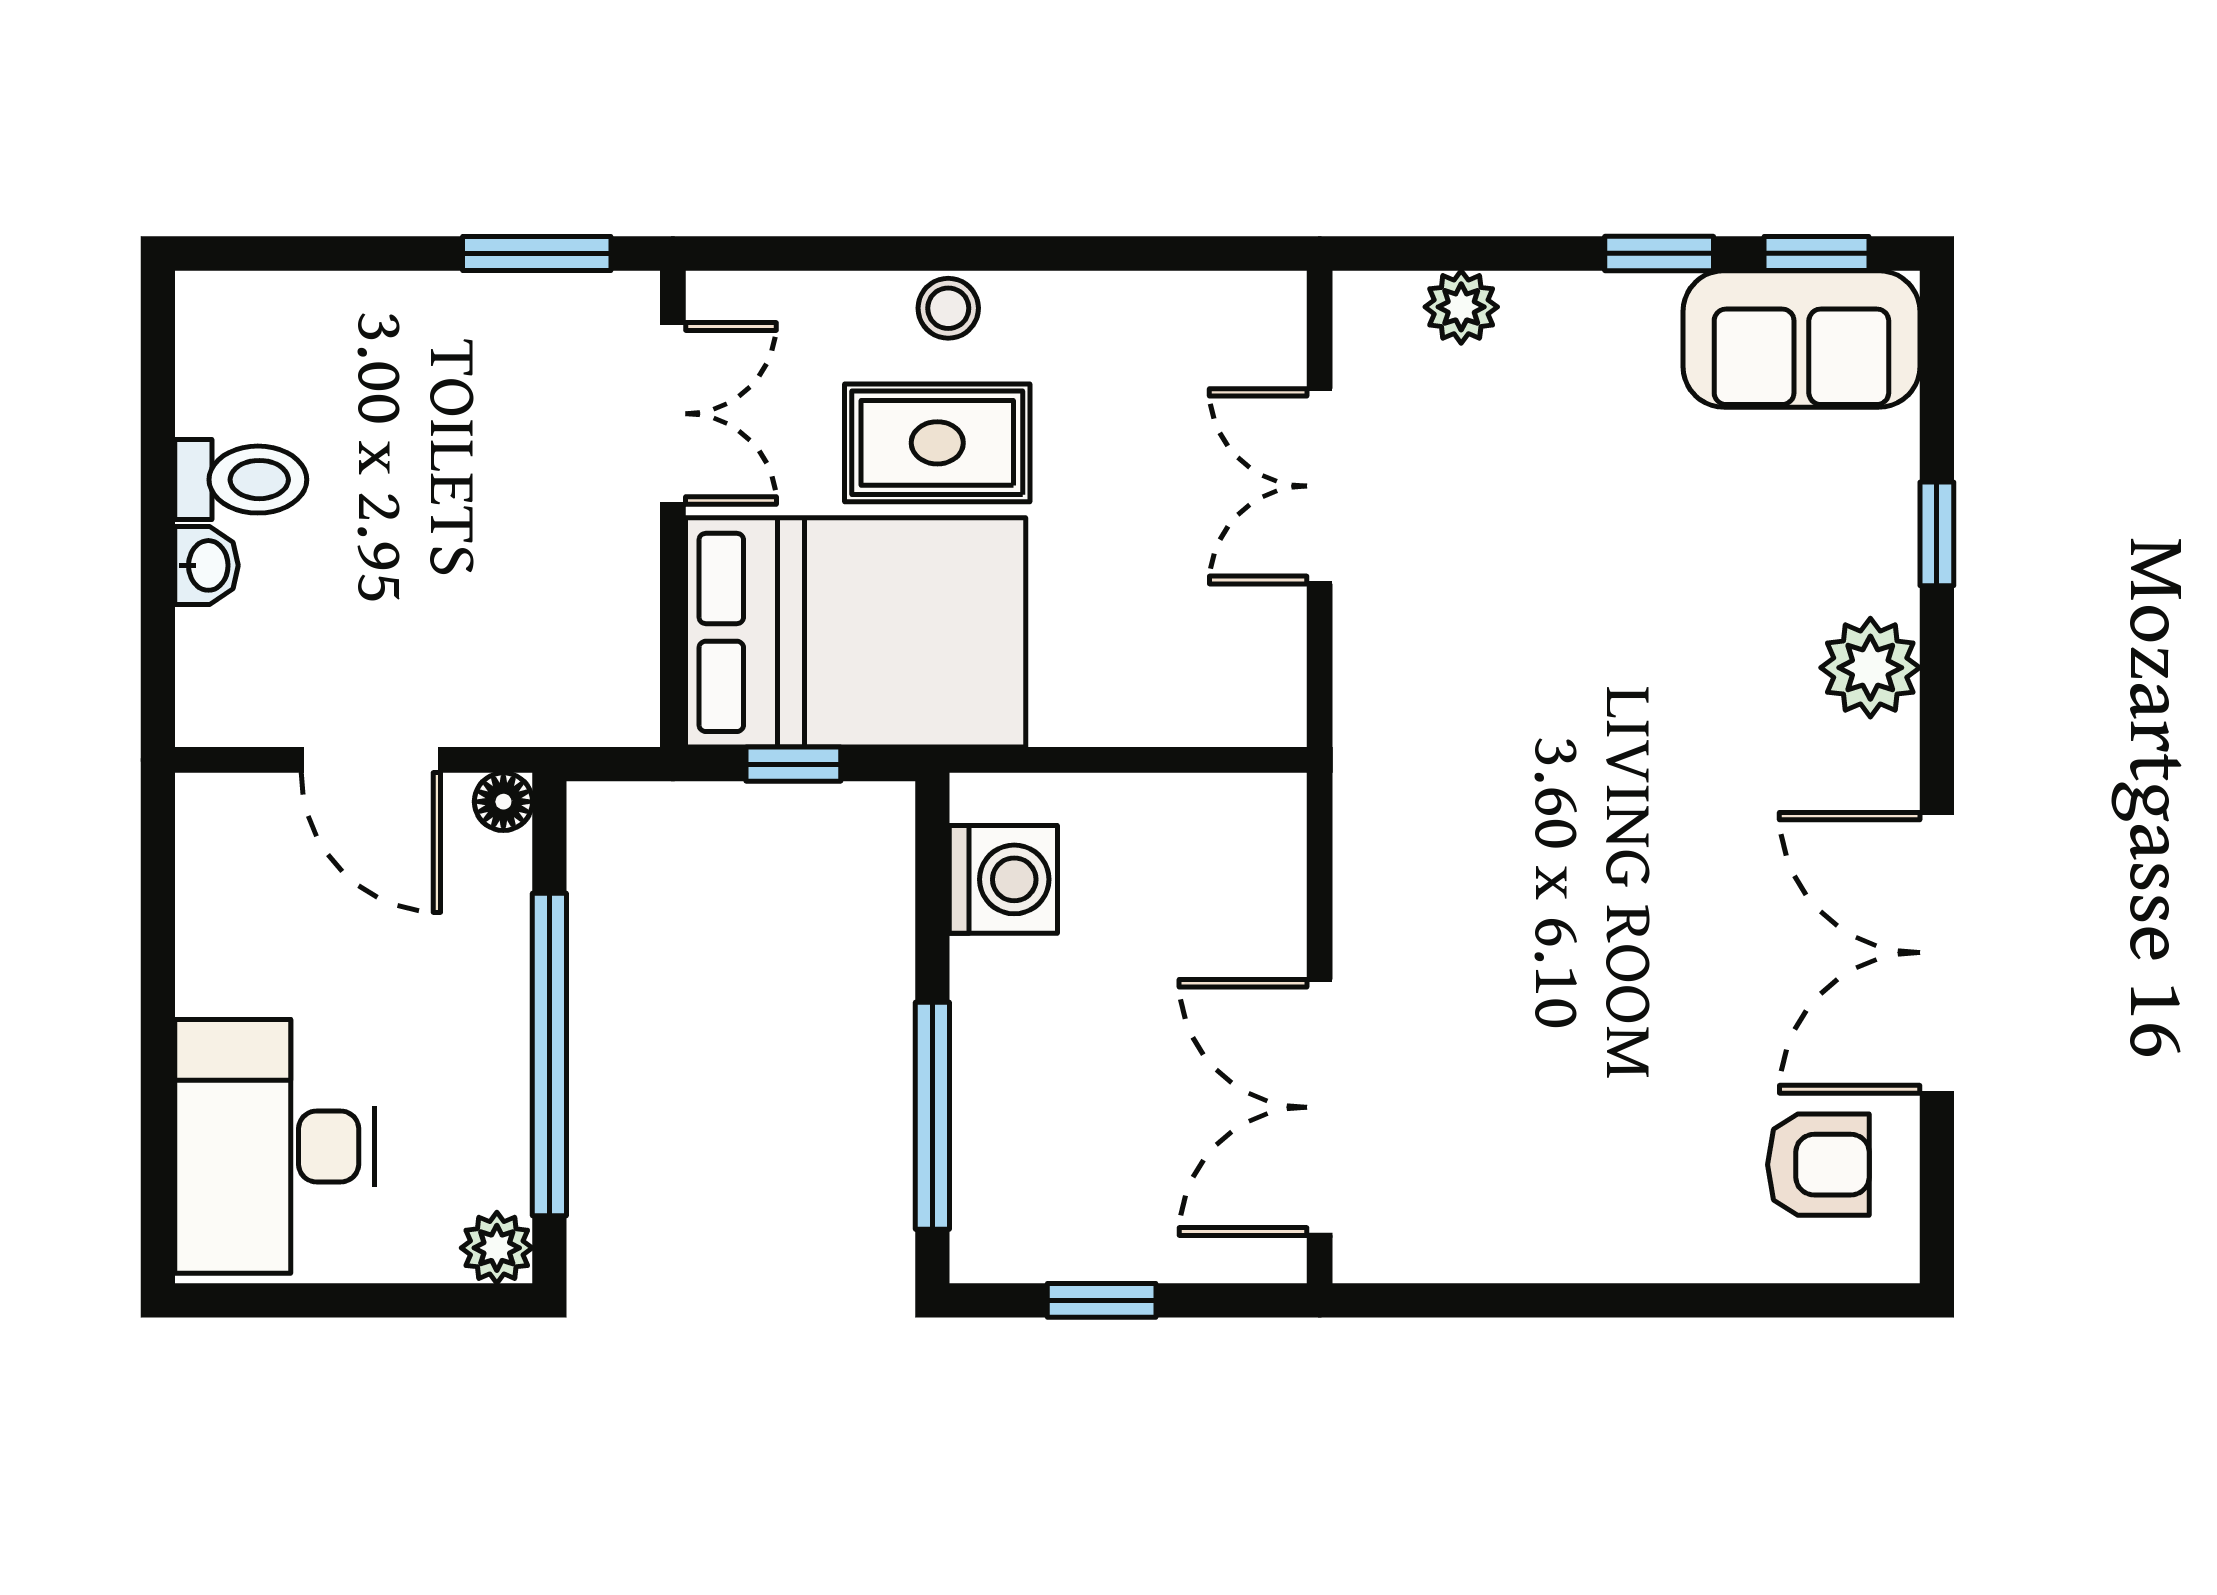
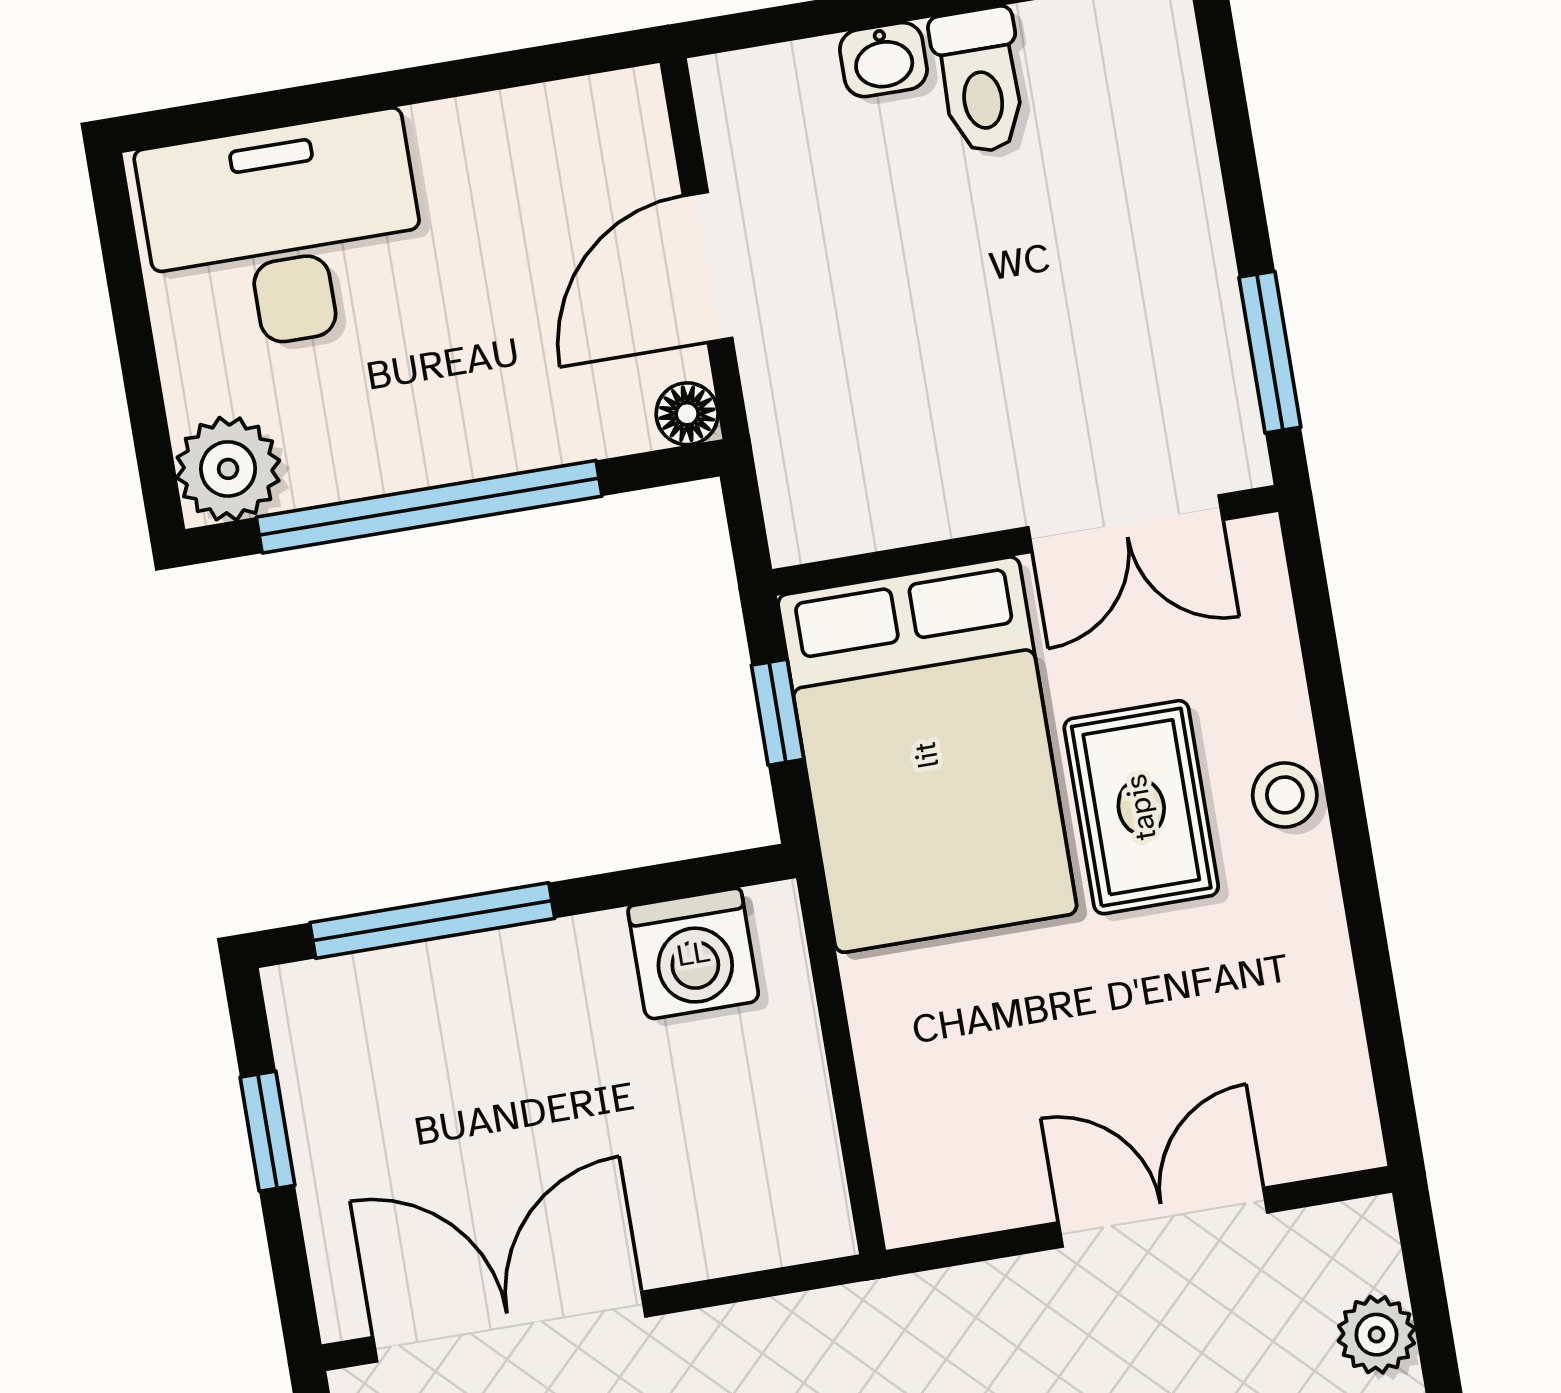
plant: (497, 1248) -> (228, 469), width x1.38, depth x1.38

